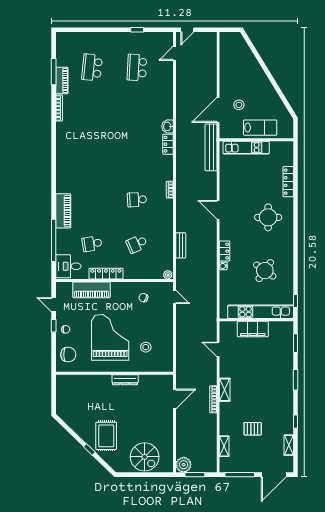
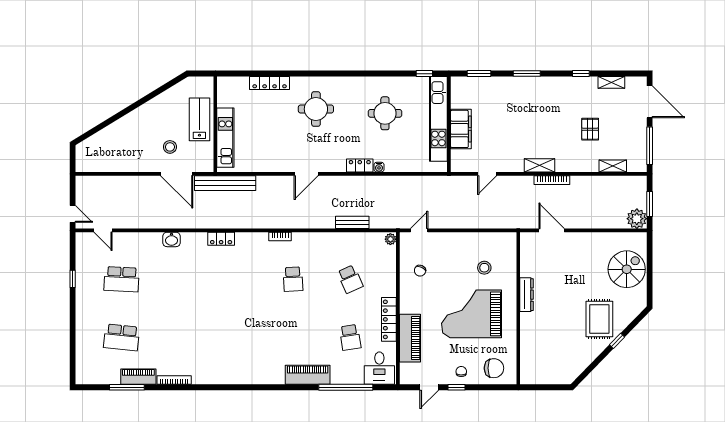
washbasin: (168, 126) -> (172, 239), moved
round table: (265, 271) -> (385, 113), turned -35
chair: (68, 355) -> (494, 368), turned 90
rug: (106, 436) -> (599, 319), turned 90

